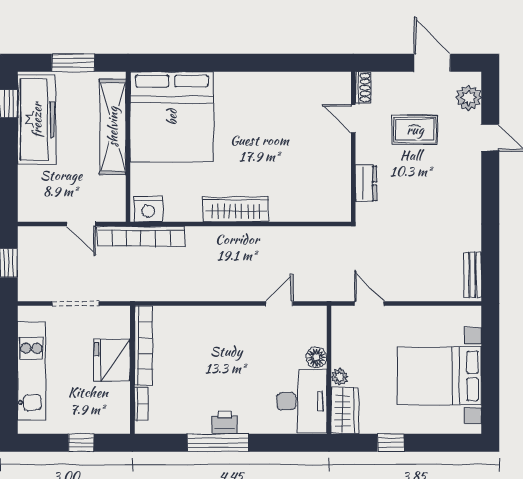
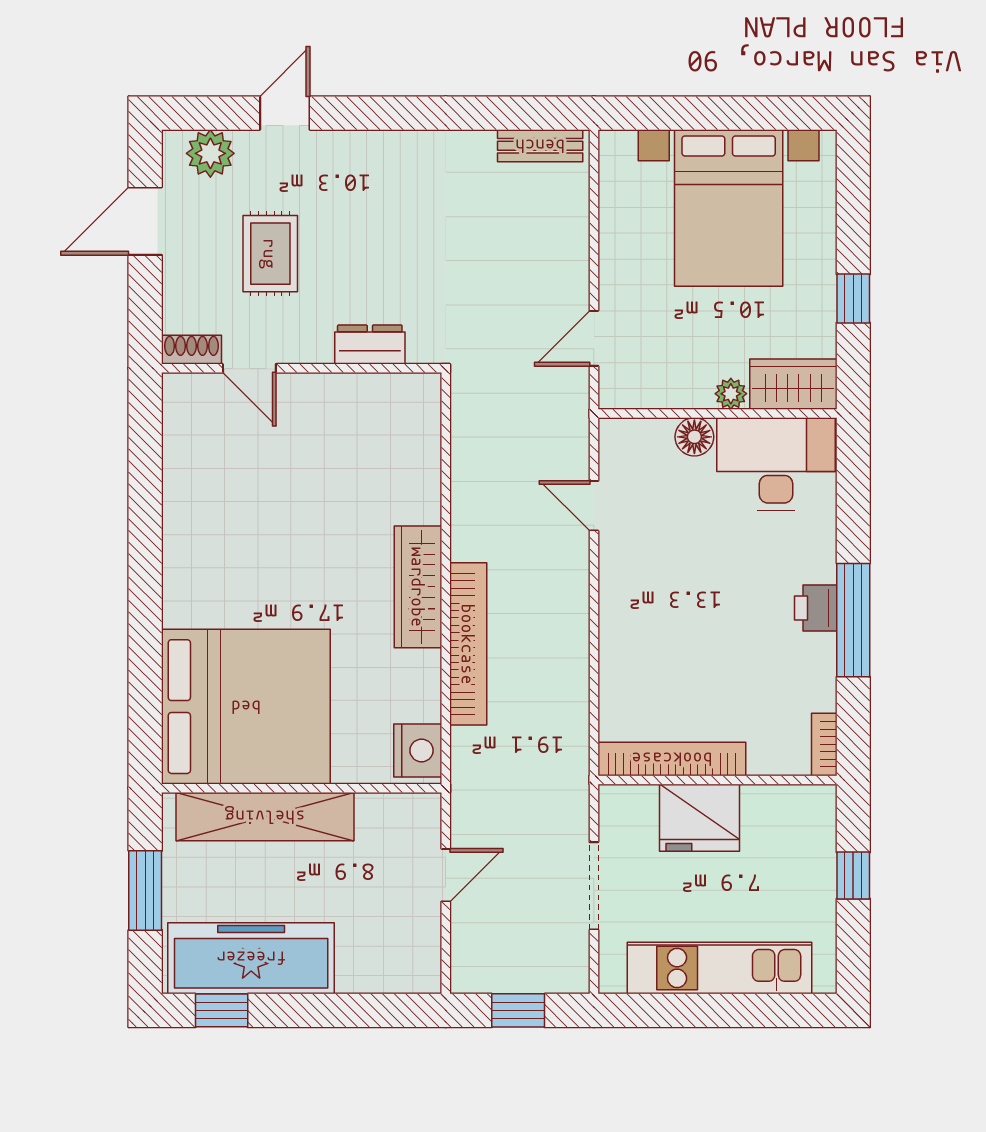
door: (353, 119) -> (249, 368), hinge flipped
bookcase: (141, 236) -> (468, 644), moved
bookcase: (141, 404) -> (824, 744), moved, turned -90

